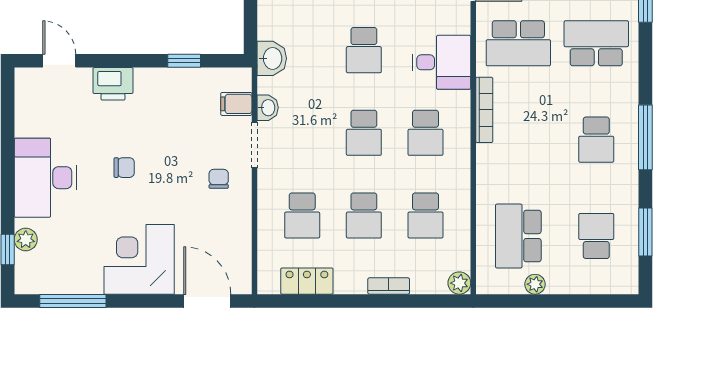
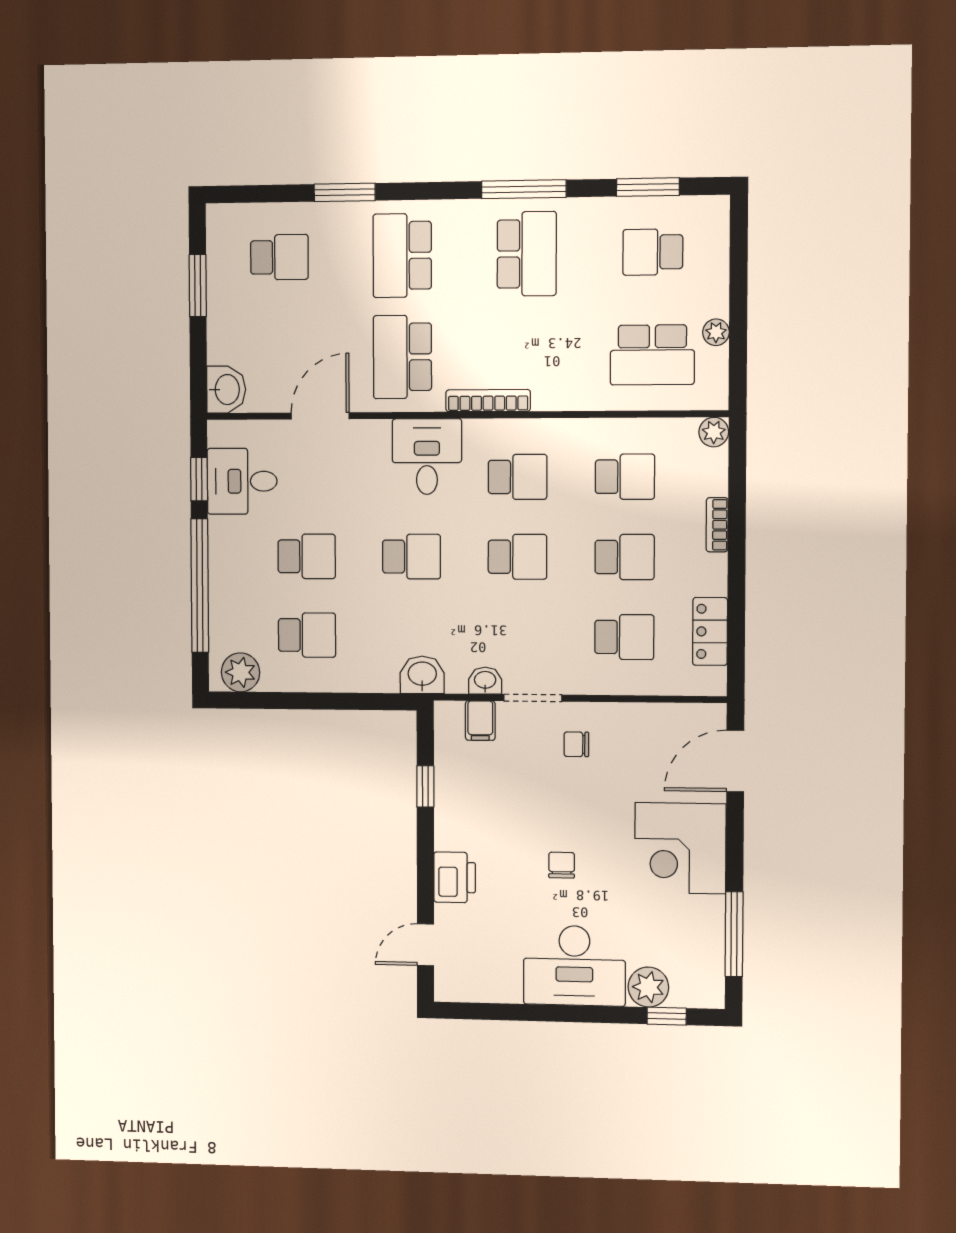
school desk: (518, 43) -> (402, 357), turned 180
school desk: (596, 140) -> (527, 254), width x1.85
plant: (26, 239) -> (648, 987), width x1.38, depth x1.38

